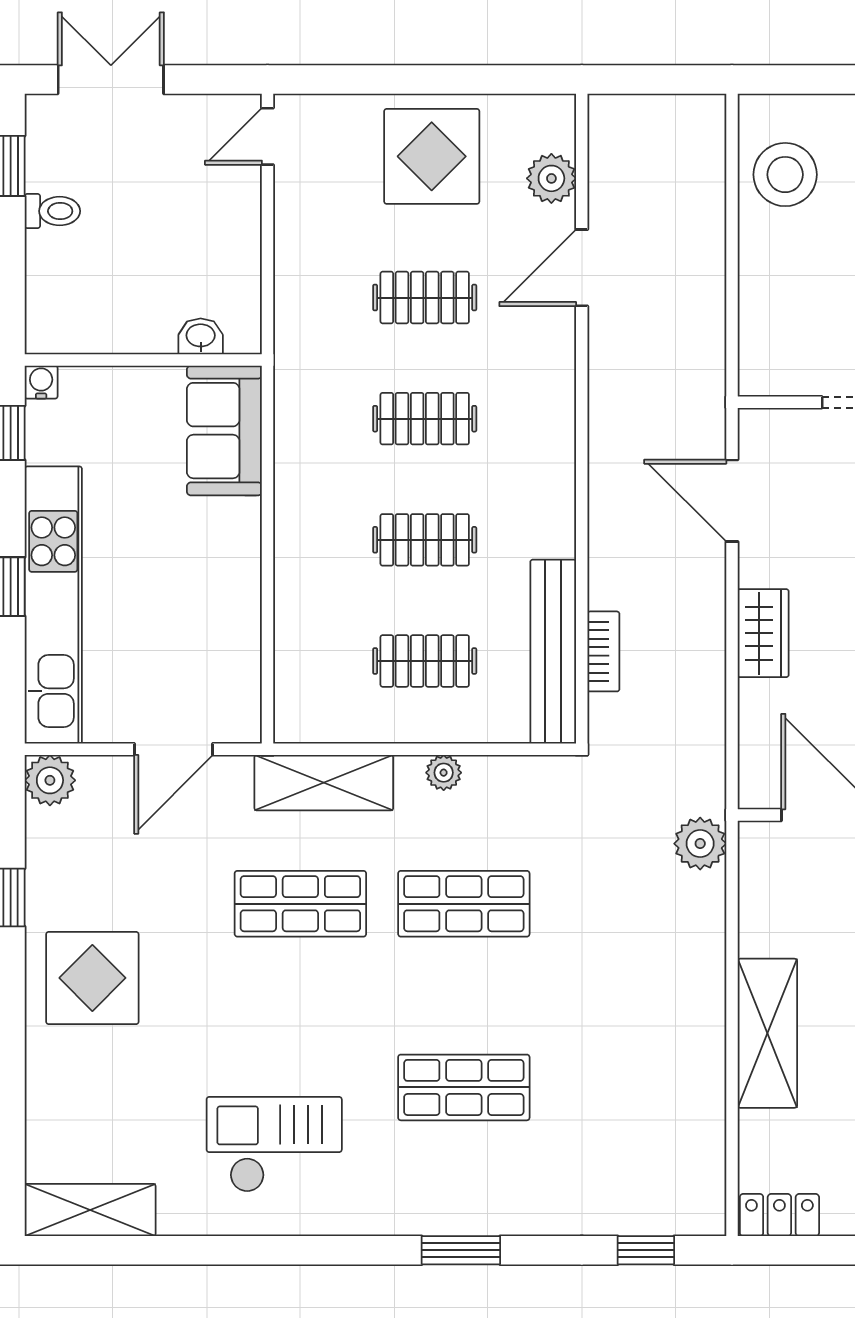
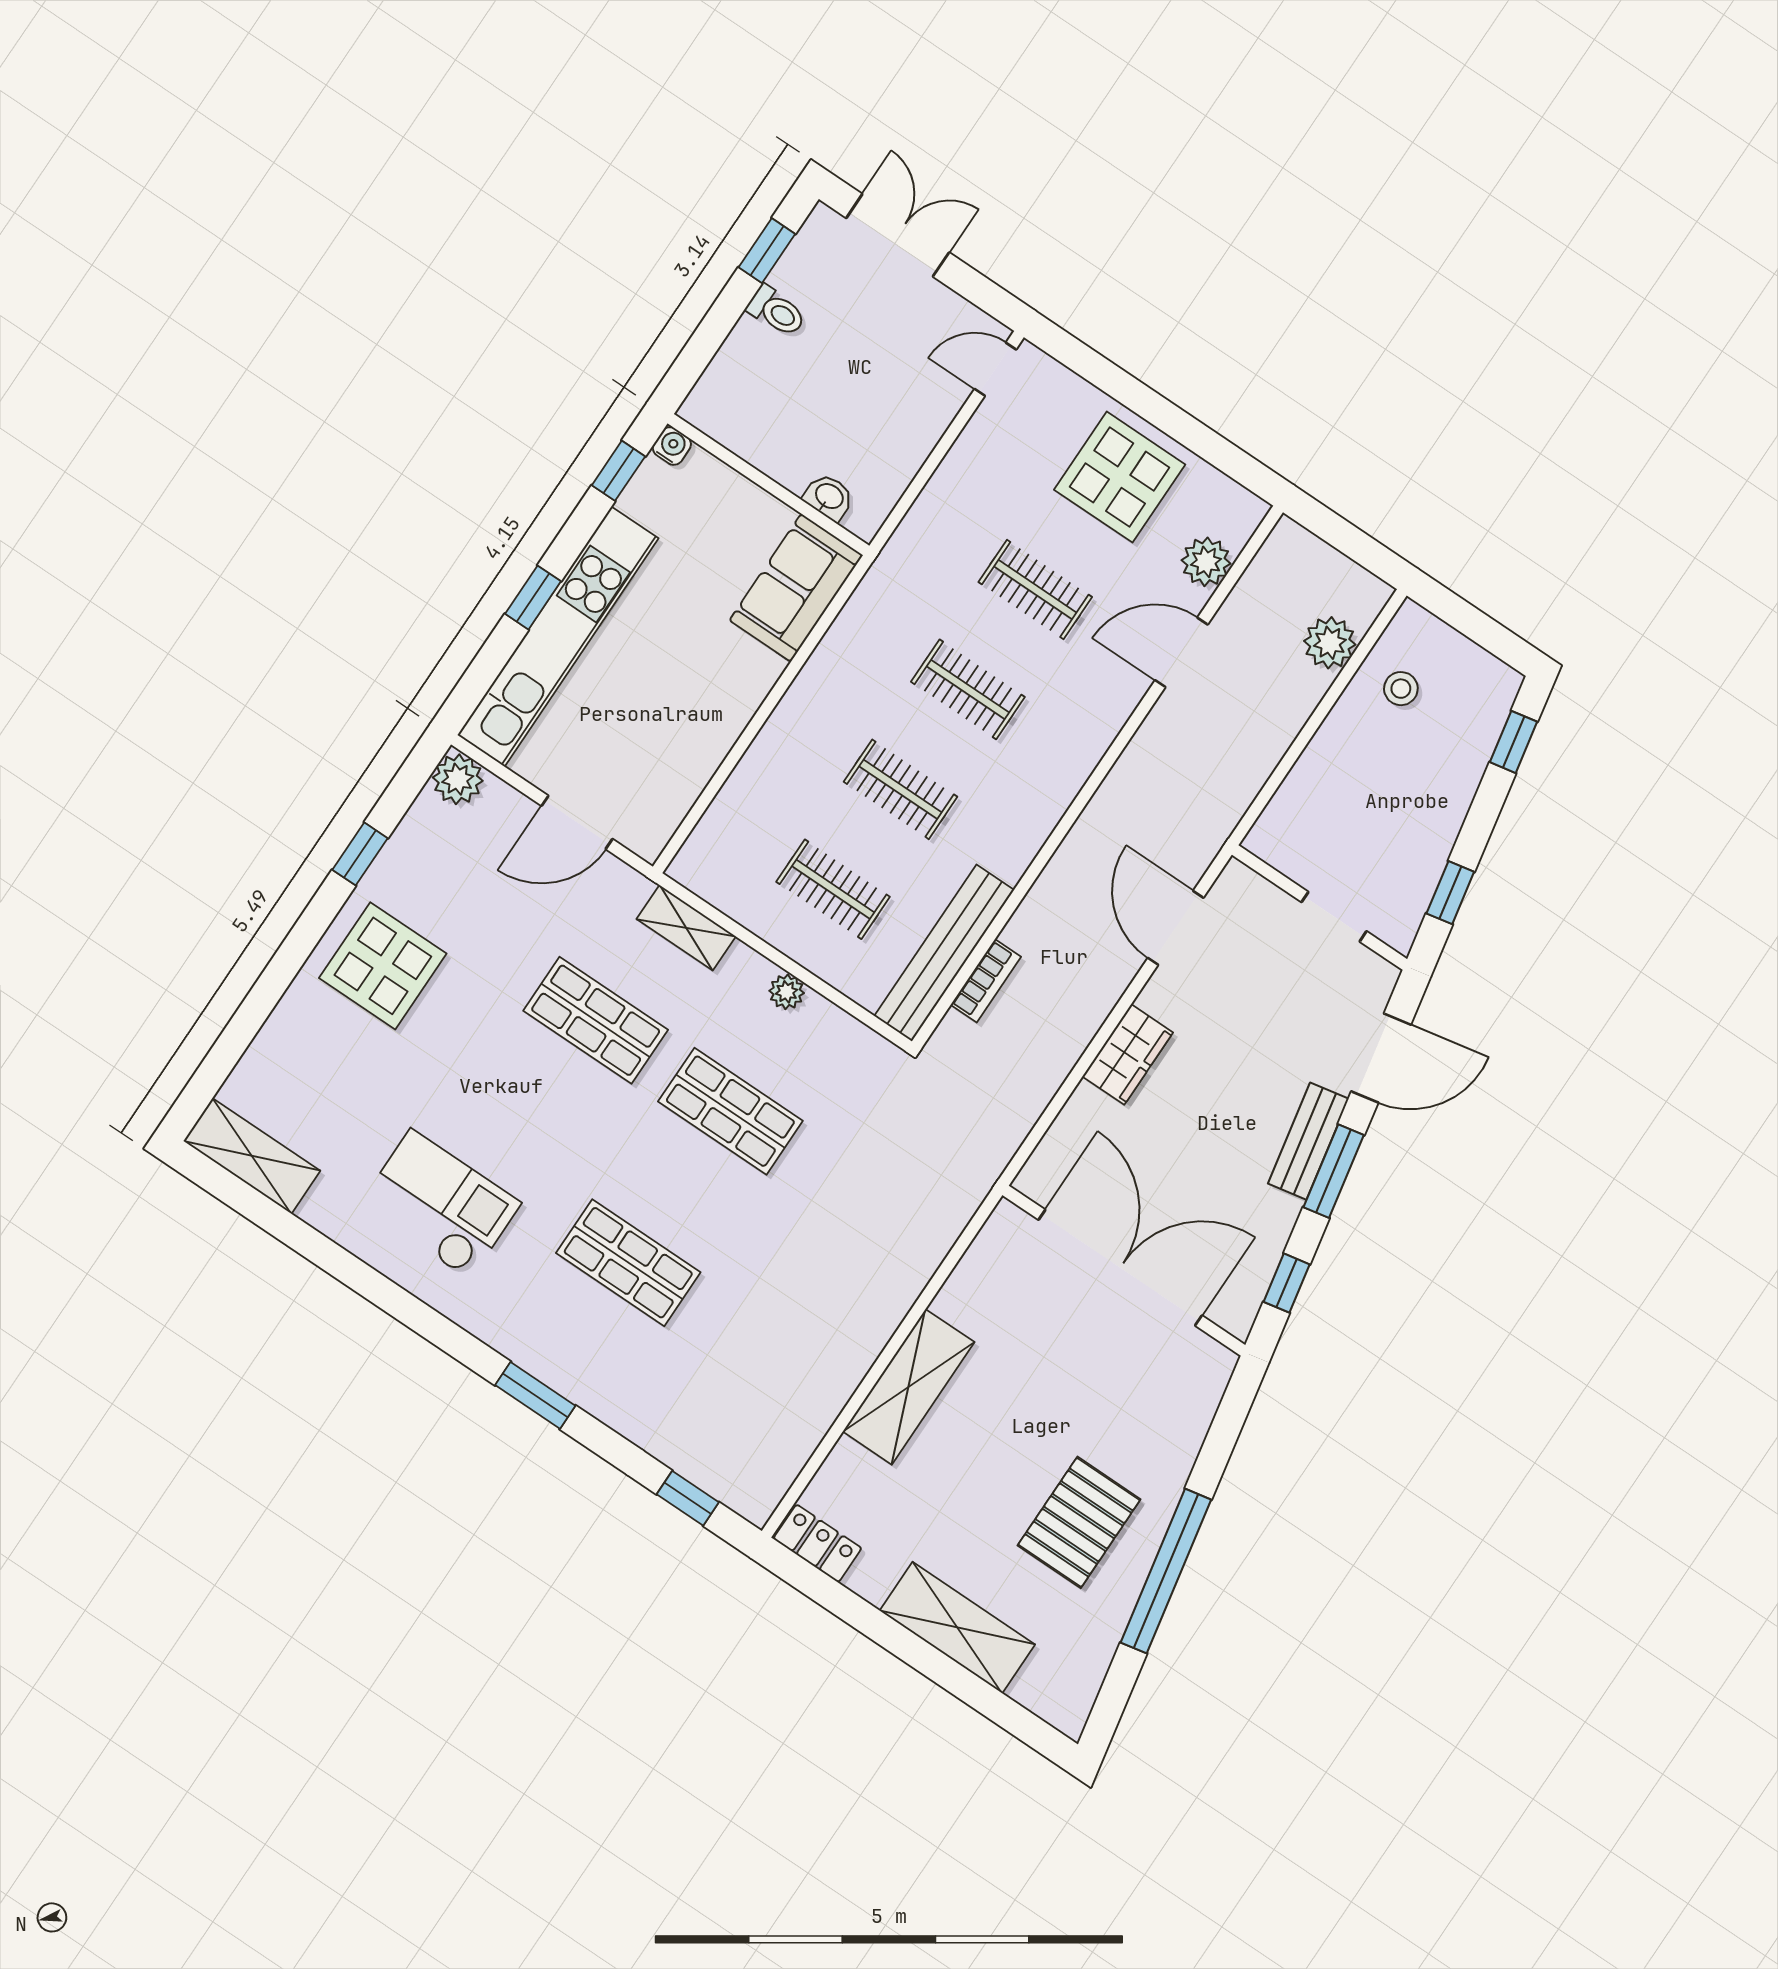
stool: (785, 175) -> (1401, 689), width x0.53, depth x0.53
shelving: (324, 783) -> (686, 928), width x0.67, depth x0.75
plant: (700, 844) -> (1330, 643), moved

